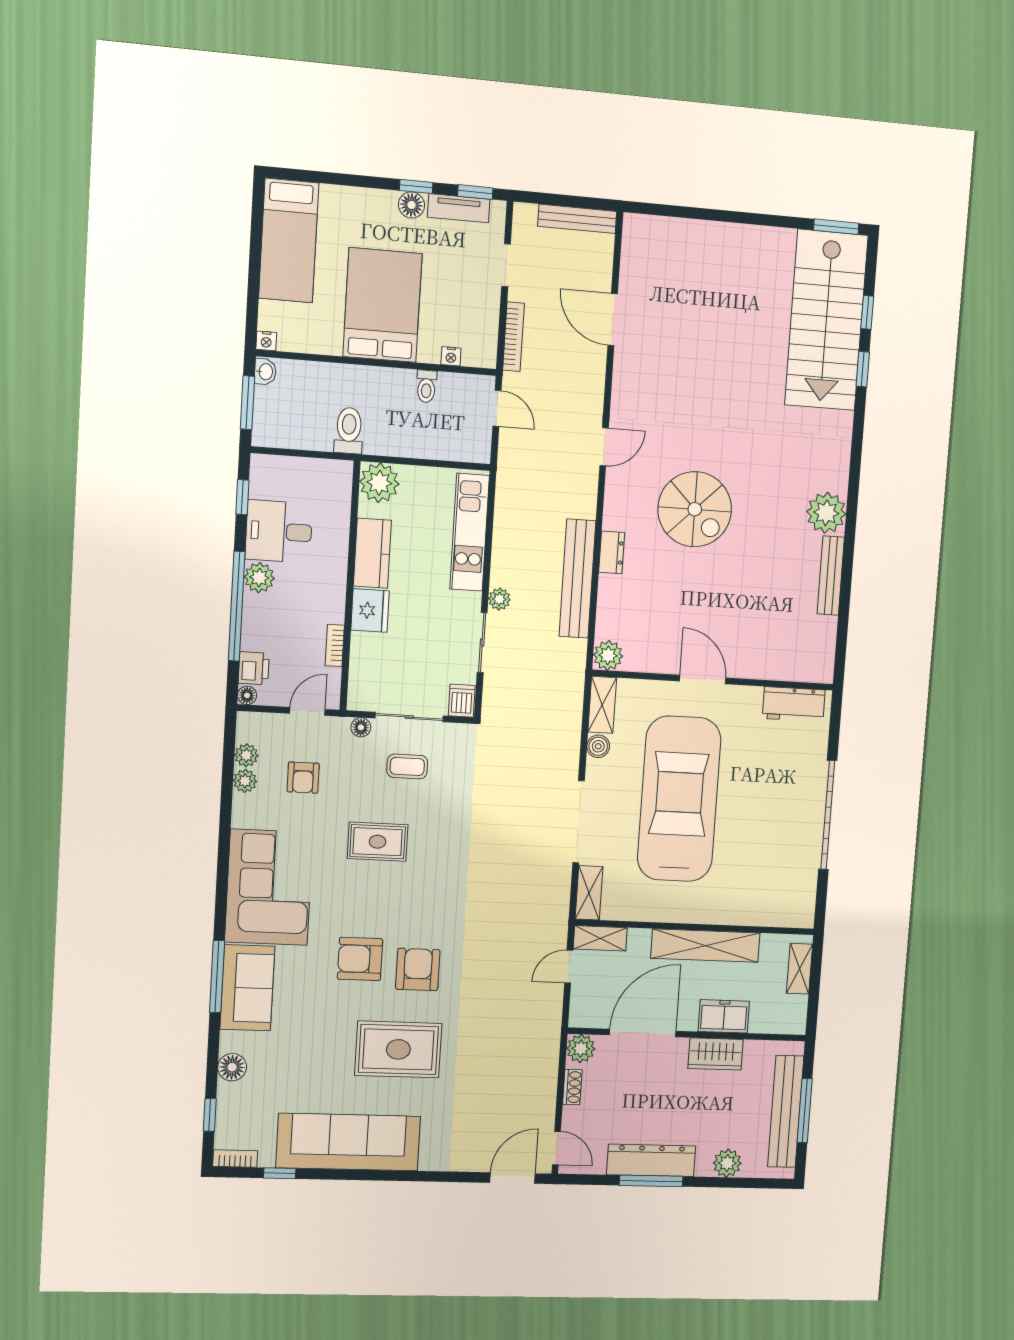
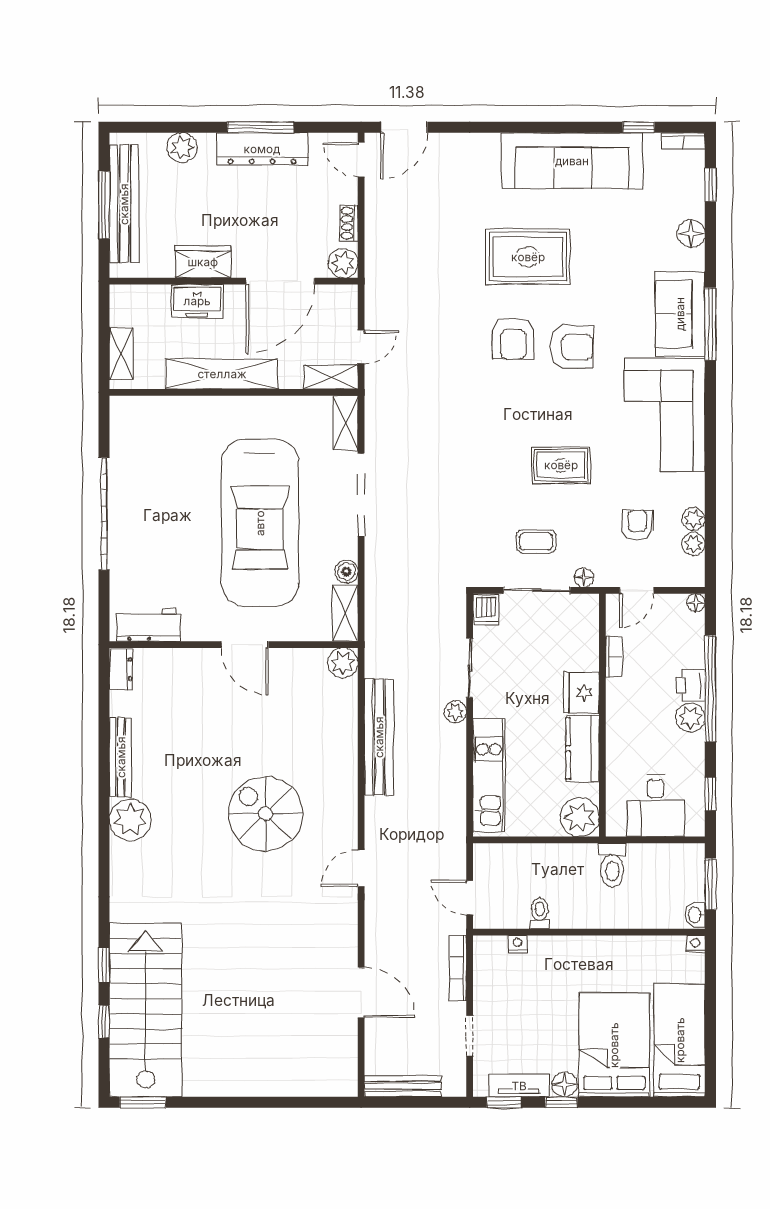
bed: (382, 305) -> (614, 1045), moved, turned 180
desk: (279, 531) -> (656, 805), moved, turned 90
dresser: (612, 552) -> (121, 669), moved, turned 180
printer: (254, 668) -> (691, 685), moved

